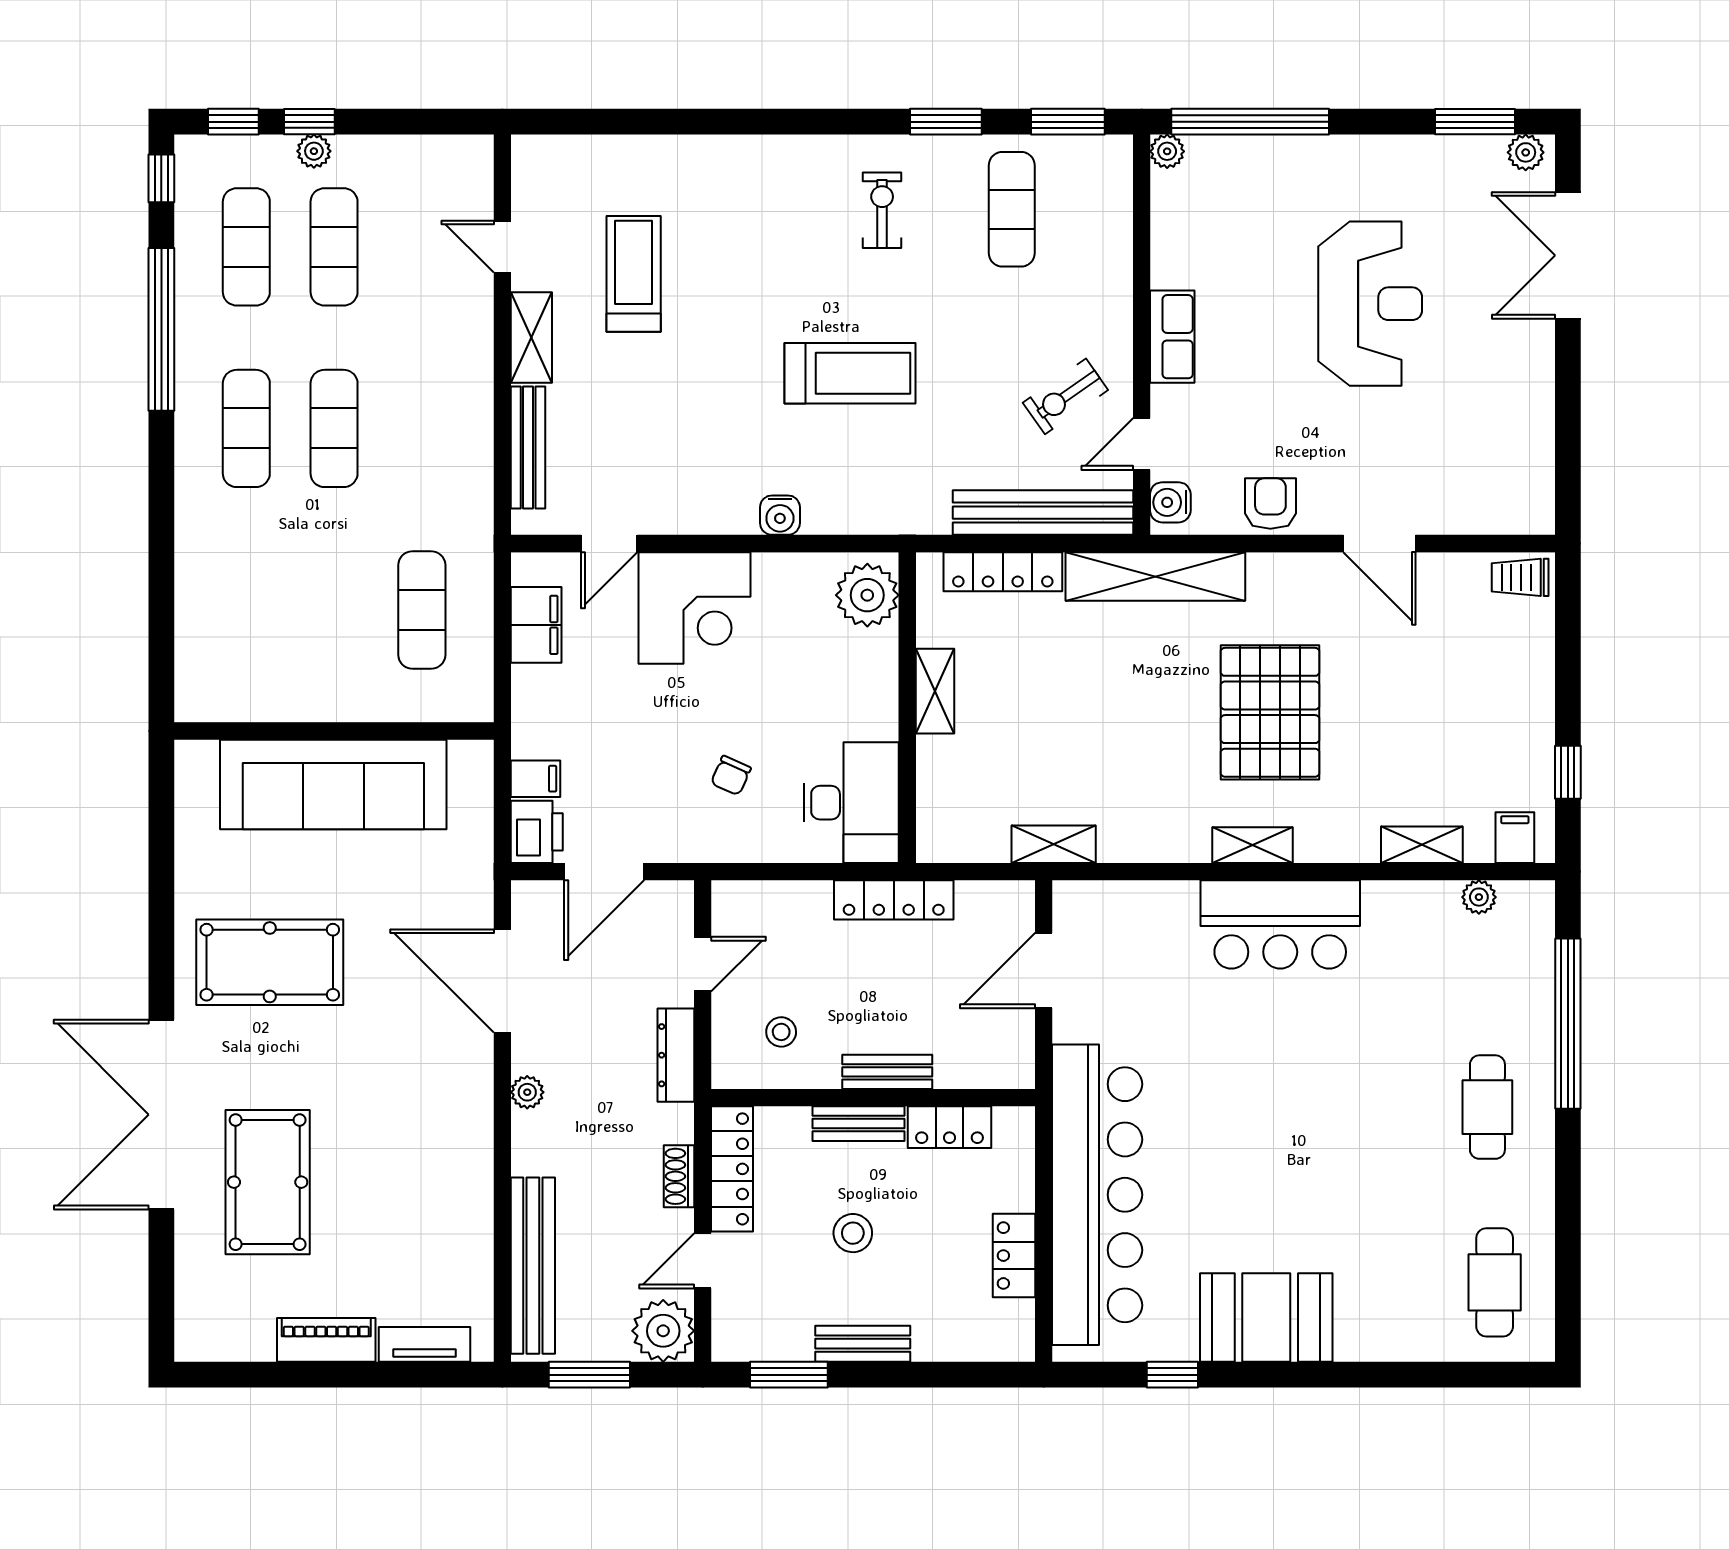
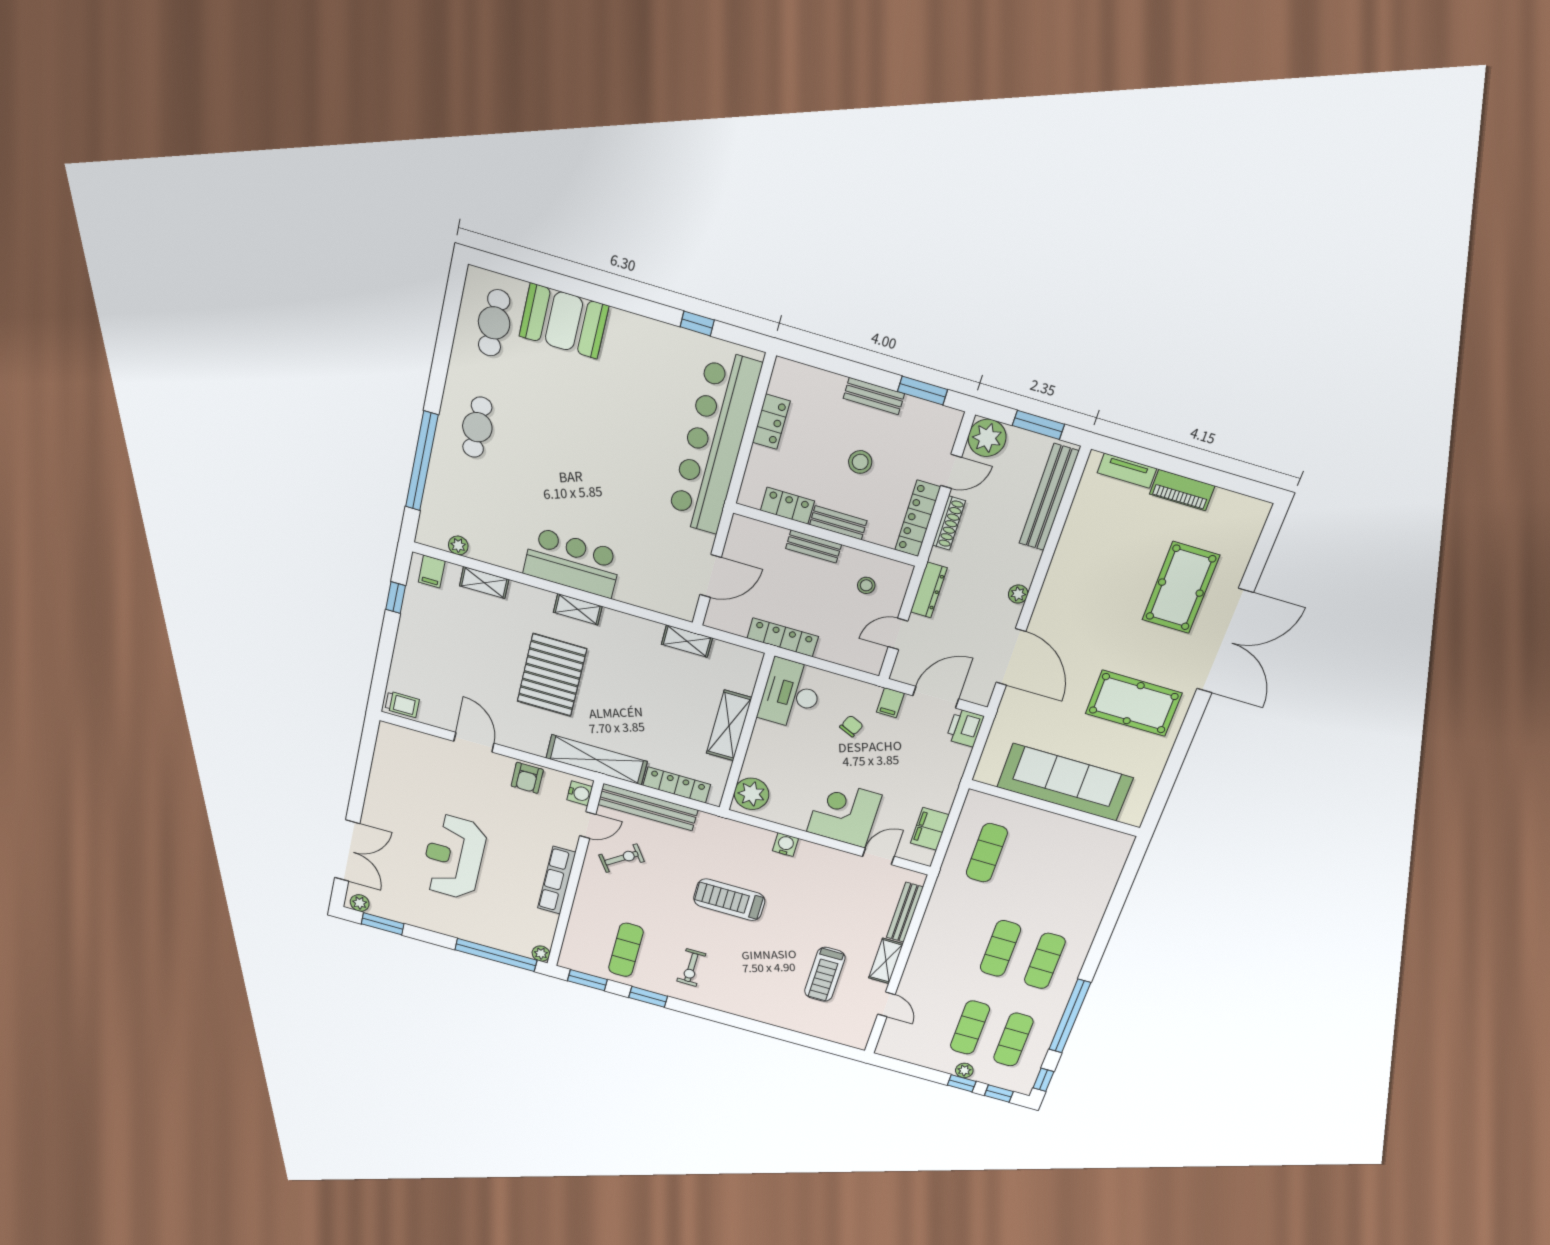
row of seats: (1172, 337) -> (557, 880), width x1.48
shelving: (935, 691) -> (729, 725), width x1.50, depth x1.33
filing cabinet: (535, 779) -> (890, 703), moved, turned -90
shoe rack: (679, 1176) -> (949, 523), width x1.43
booth: (1266, 1317) -> (564, 321), moved

